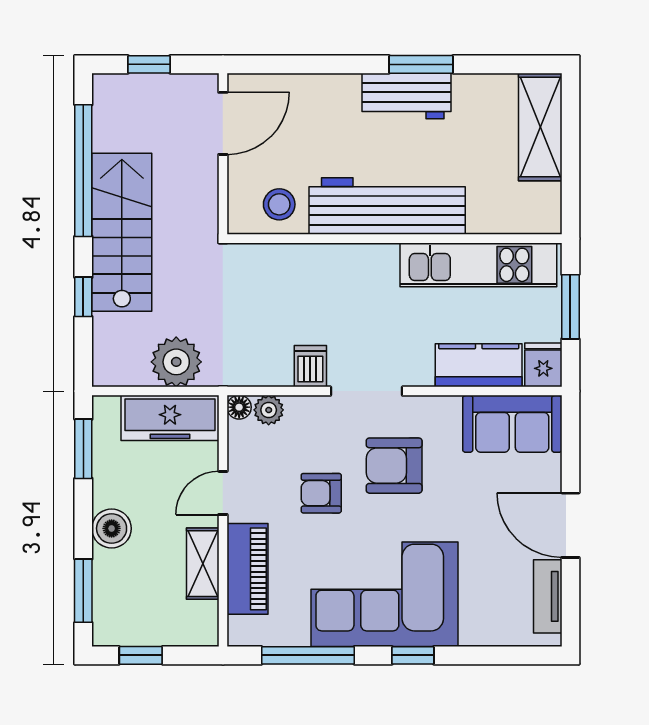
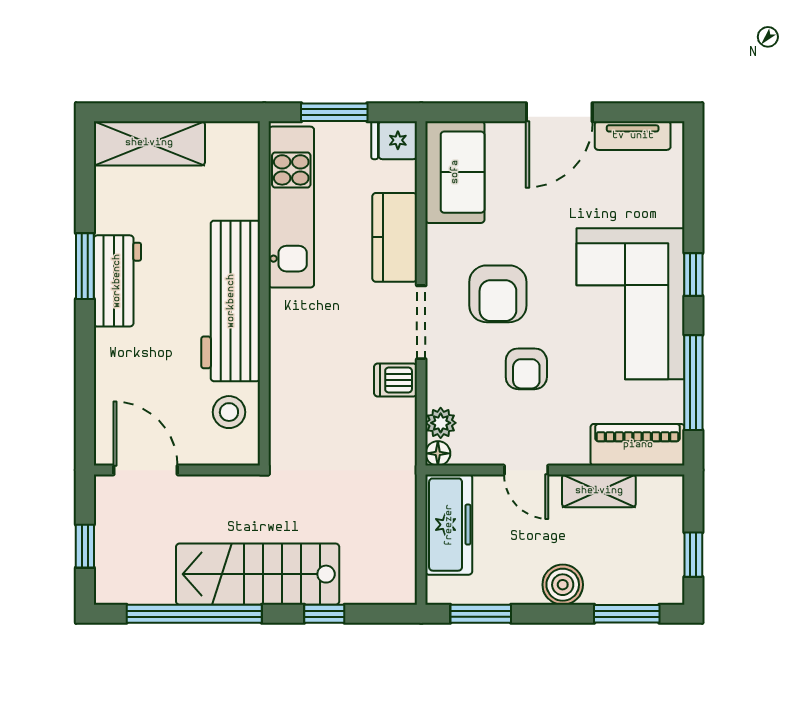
plant: (176, 362) -> (391, 518), removed
kitchen counter: (479, 365) -> (395, 237), moved
piano: (247, 569) -> (638, 445), moved

